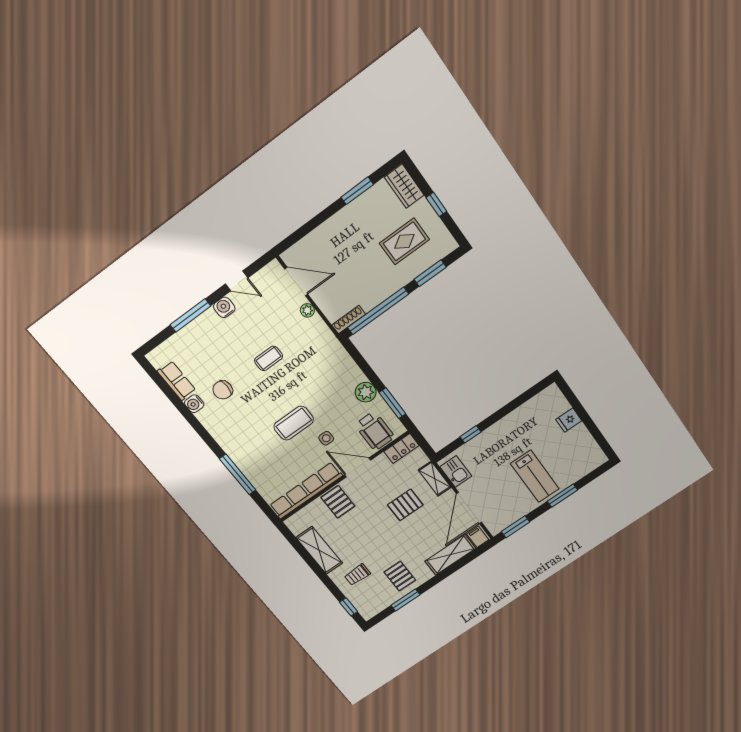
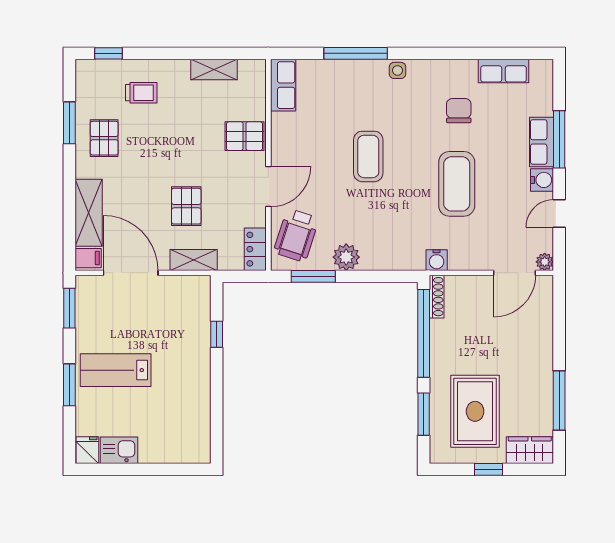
window: (357, 191) -> (559, 401), width x1.44
rug: (404, 241) -> (475, 411), width x1.36, depth x1.43
plant: (307, 310) -> (545, 262), moved
row of seats: (201, 325) -> (542, 142), added
coffee table: (269, 358) -> (457, 184), width x1.86, depth x1.72
water cooler: (194, 404) -> (437, 260), moved, turned 180
fridge: (569, 420) -> (87, 450), moved
wheelchair: (375, 431) -> (296, 235), turned -72
side table: (326, 438) -> (398, 70), moved
kitchen sink: (456, 471) -> (119, 450), moved, turned 180
row of seats: (306, 491) -> (283, 85), width x0.50
shelving: (319, 550) -> (214, 69), width x0.67, depth x0.75
trolley: (357, 575) -> (141, 93), turned 90
pallet: (400, 576) -> (104, 138), turned 90

